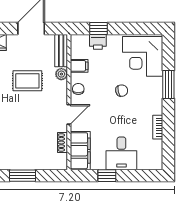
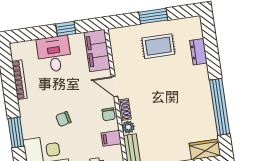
rug: (27, 81) -> (158, 46), moved
door: (69, 114) -> (114, 86), hinge flipped
bookcase: (158, 127) -> (19, 80), width x1.56
shoe rack: (63, 142) -> (125, 109), moved

